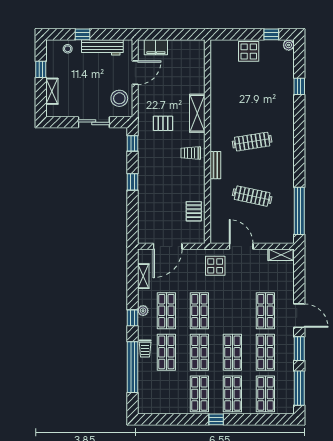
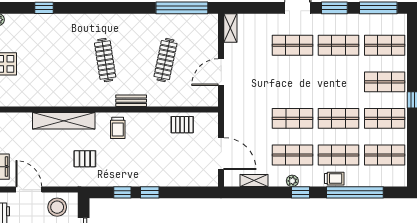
shelving: (197, 113) -> (64, 121), width x1.47
pallet: (163, 123) -> (85, 159), turned 90
window: (133, 143) -> (122, 192), moved
display table: (215, 266) -> (243, 101), removed
shop shelf: (232, 352) -> (385, 155), moved

